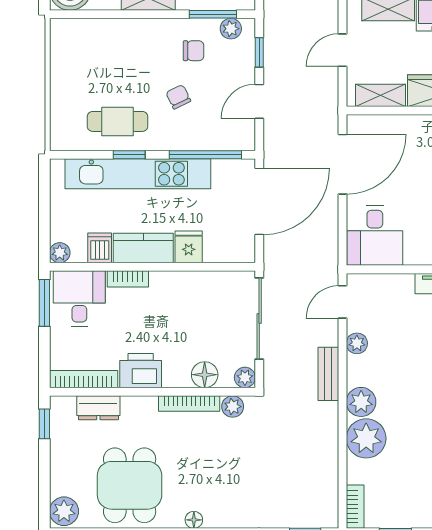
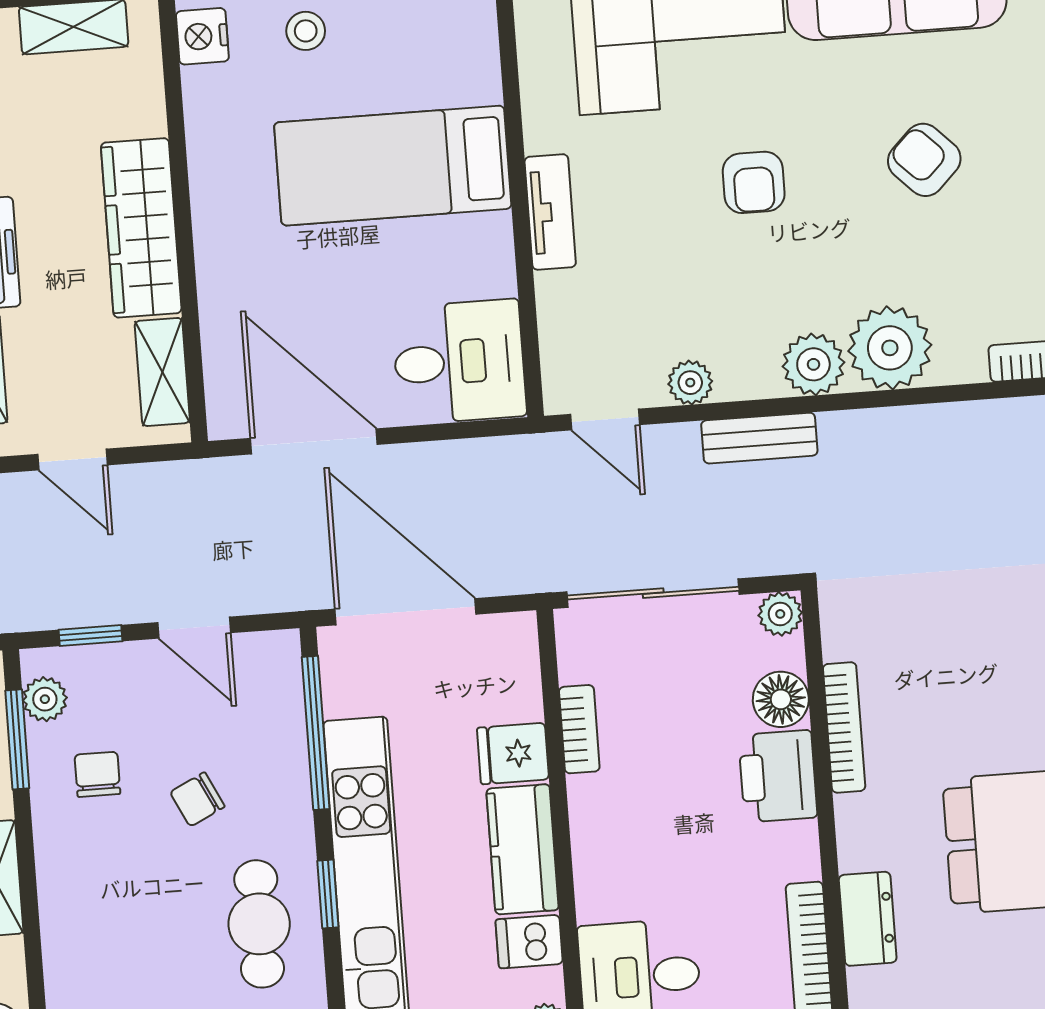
bookcase: (128, 279) -> (579, 729), moved
printer: (141, 371) -> (778, 776), moved
plant: (233, 407) -> (844, 635), removed

